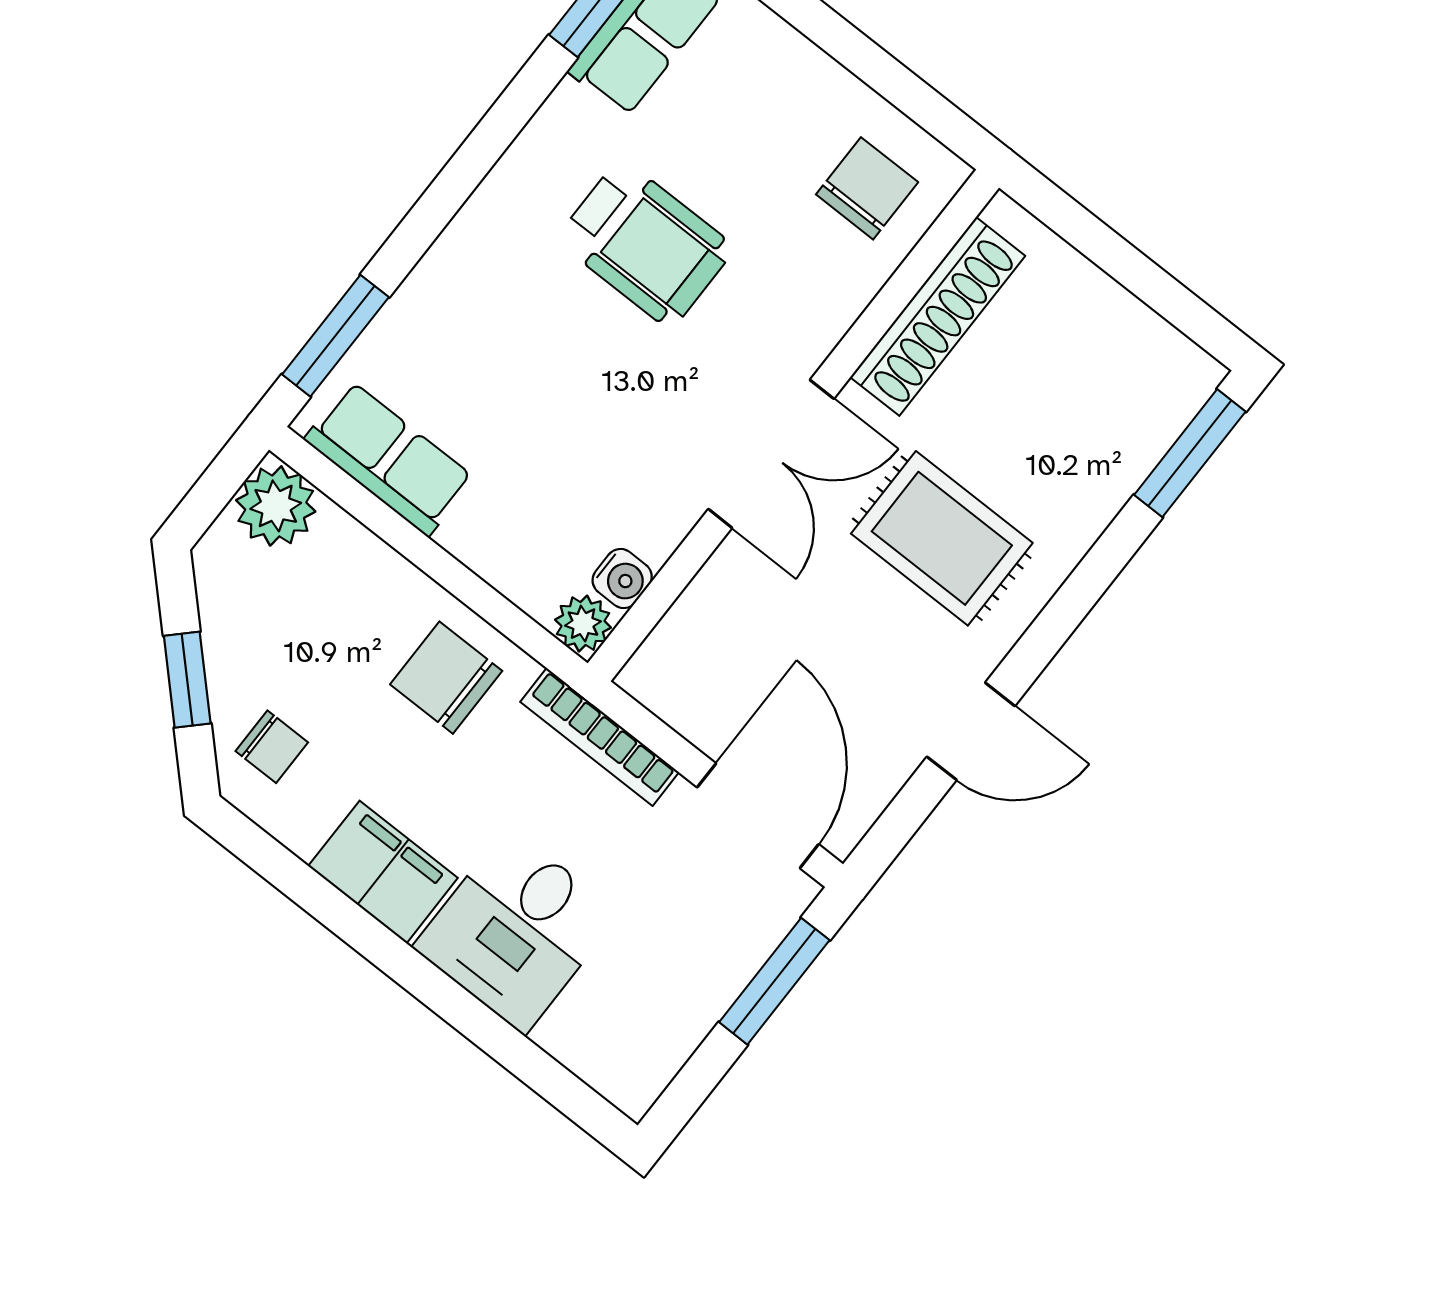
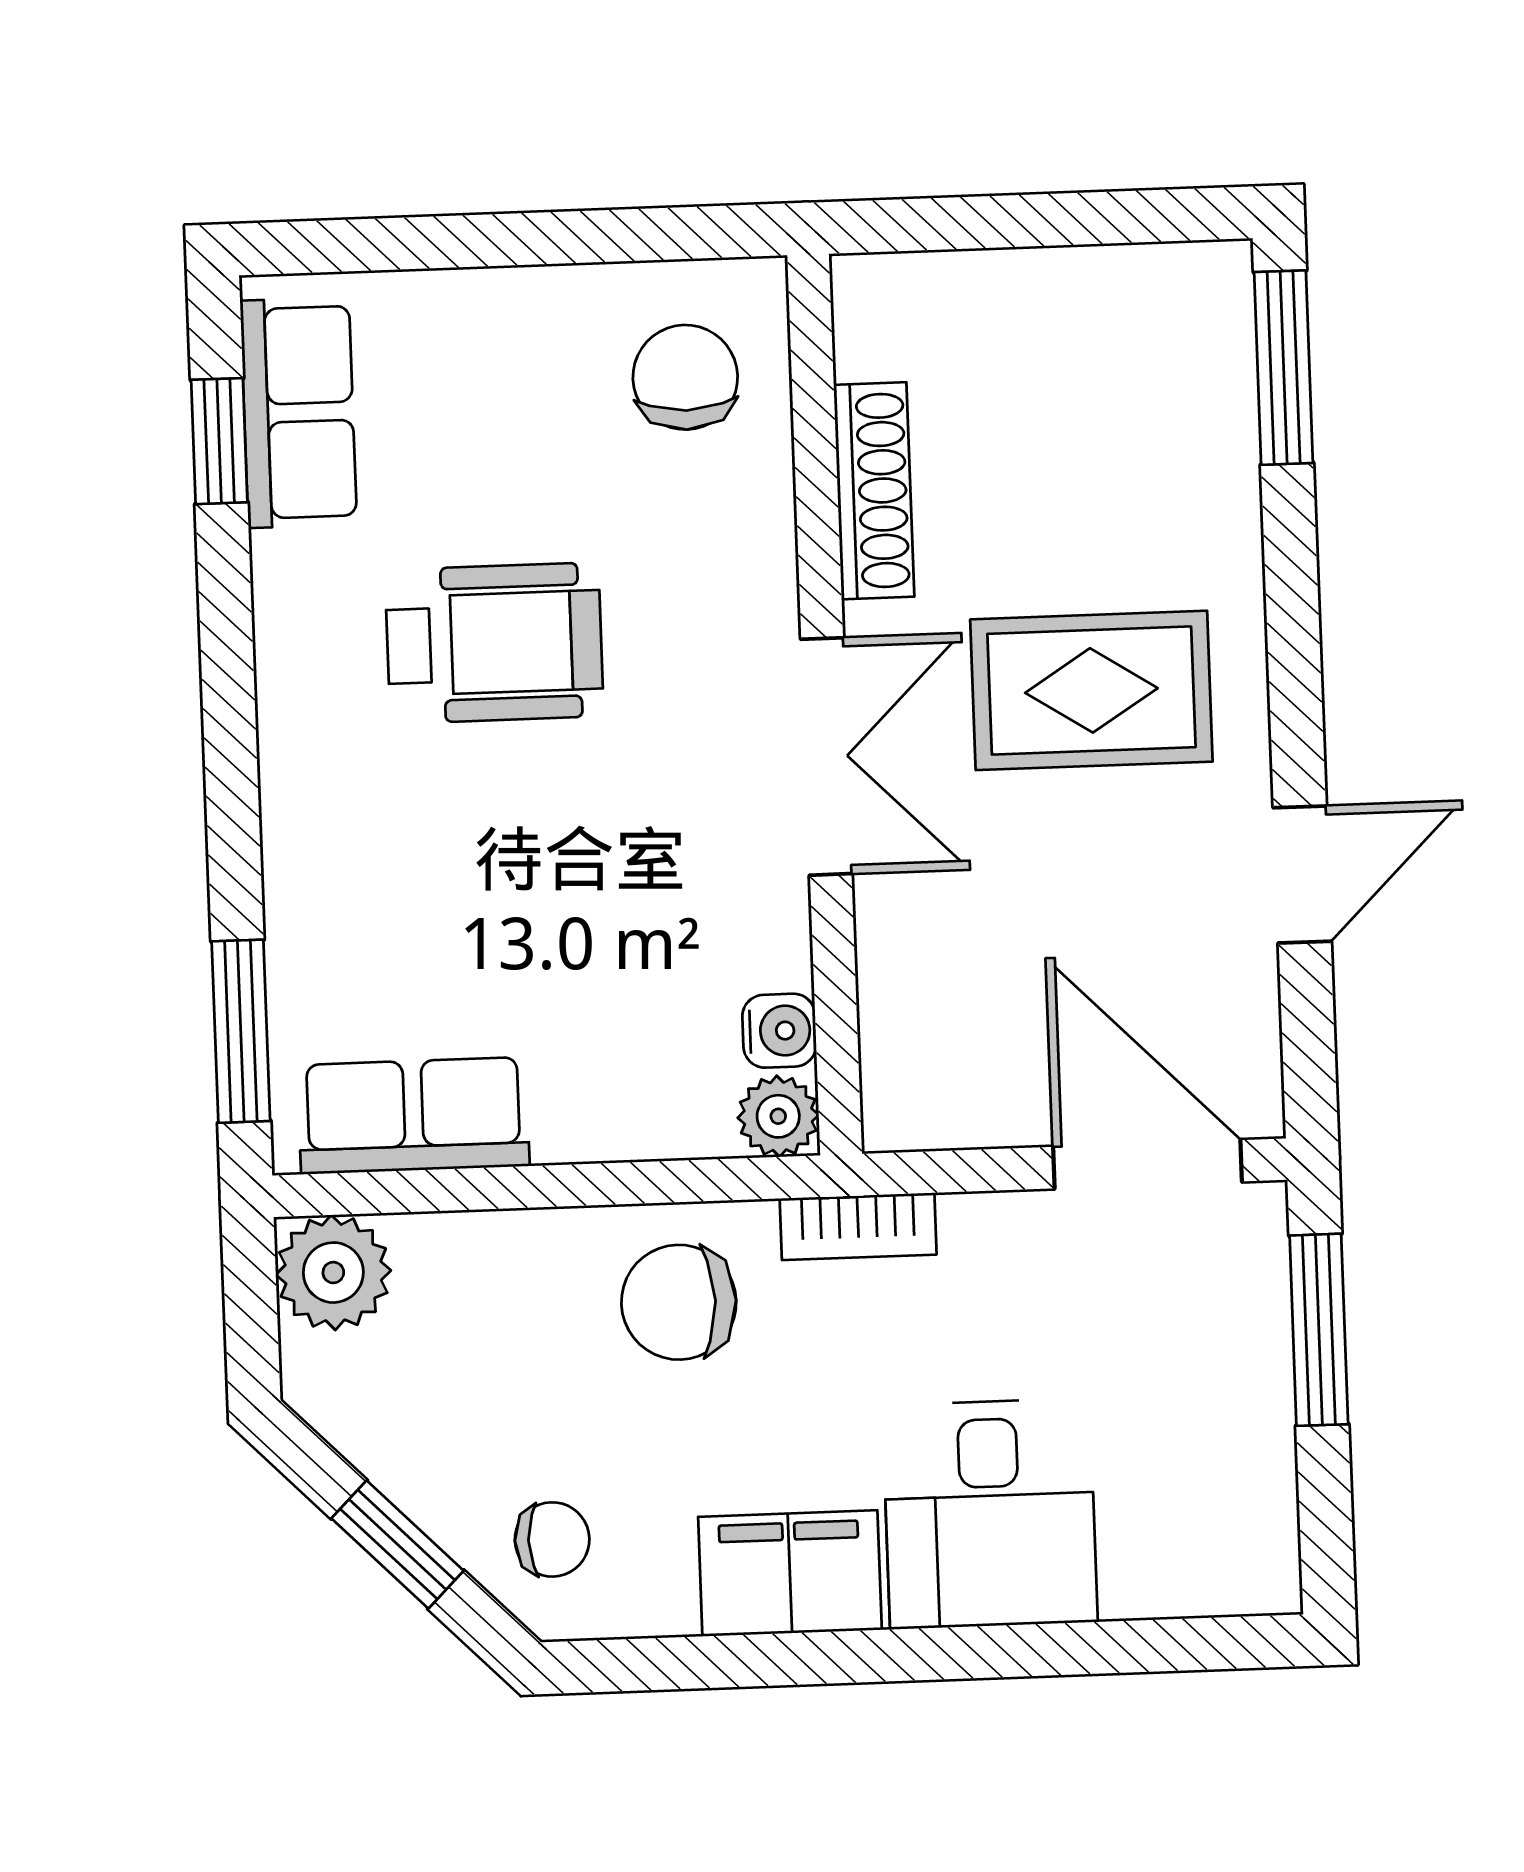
shoe rack: (938, 316) -> (874, 491), width x0.74, depth x0.81
bookcase: (600, 737) -> (858, 1226), width x0.64

